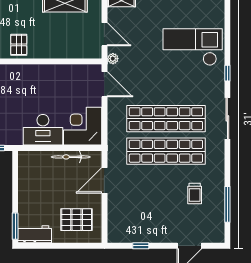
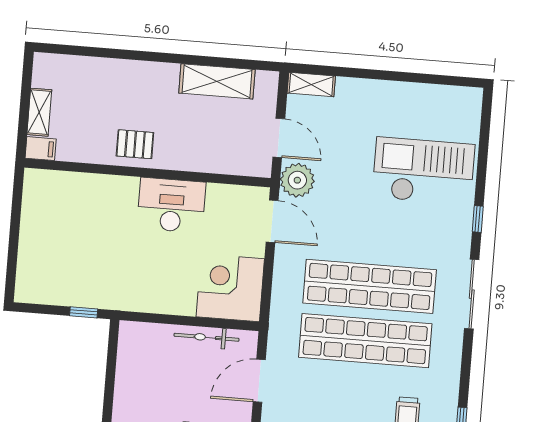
pallet: (19, 45) -> (135, 144), turned 90
plant: (113, 59) -> (297, 180), width x1.88, depth x1.88
desk: (43, 130) -> (171, 205), moved, turned 180

